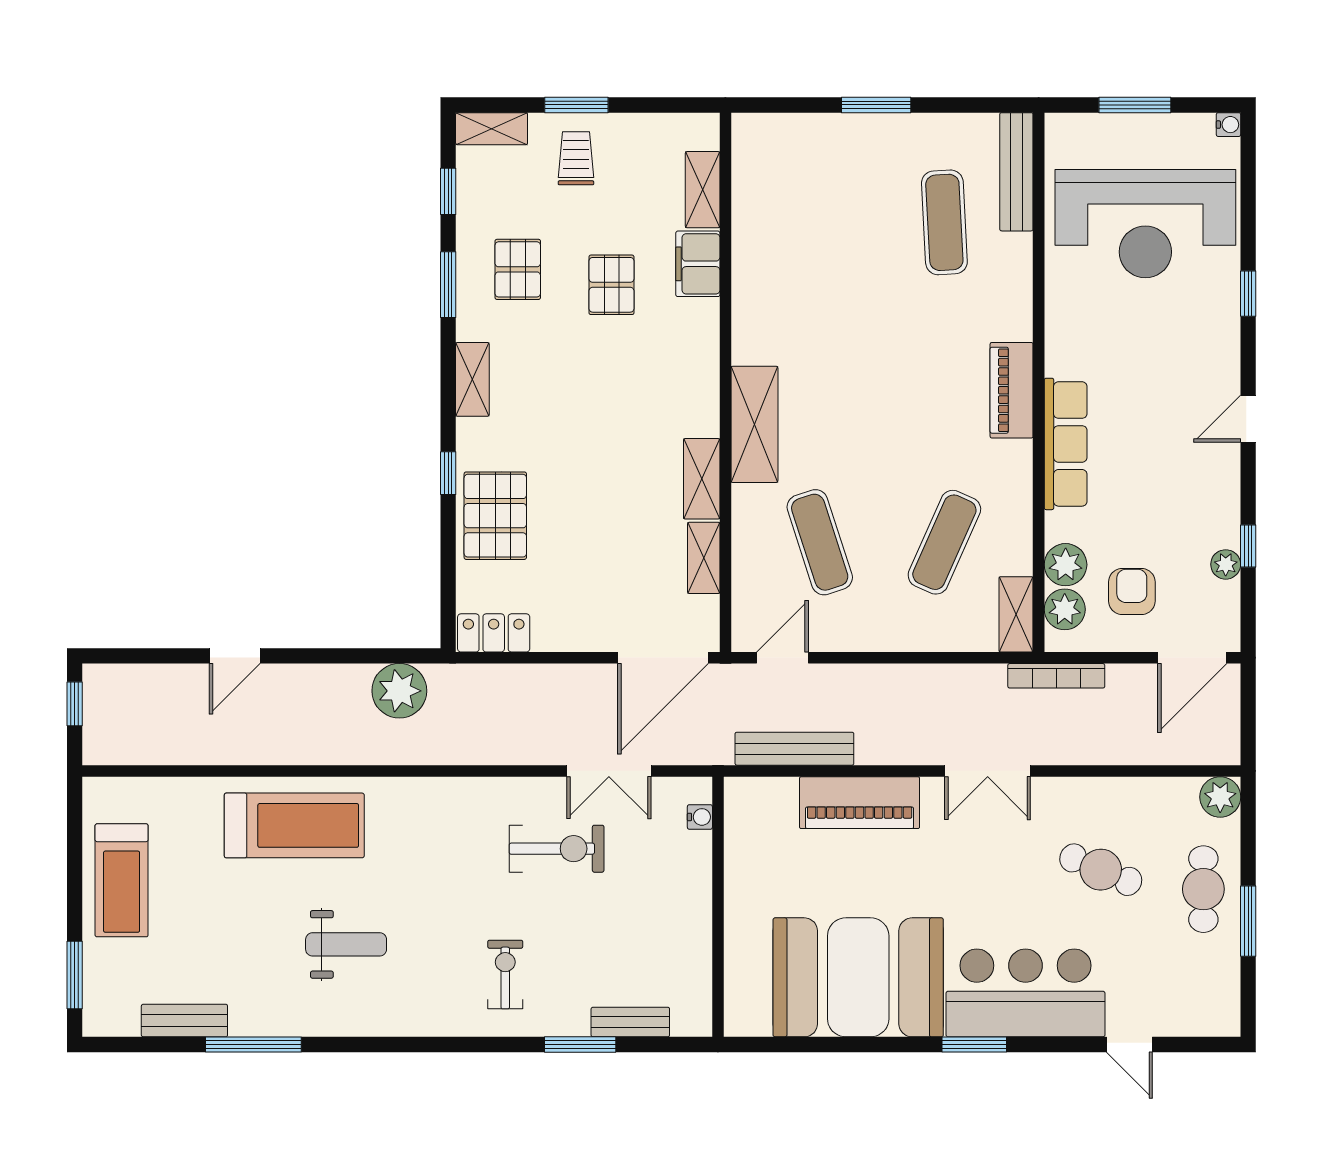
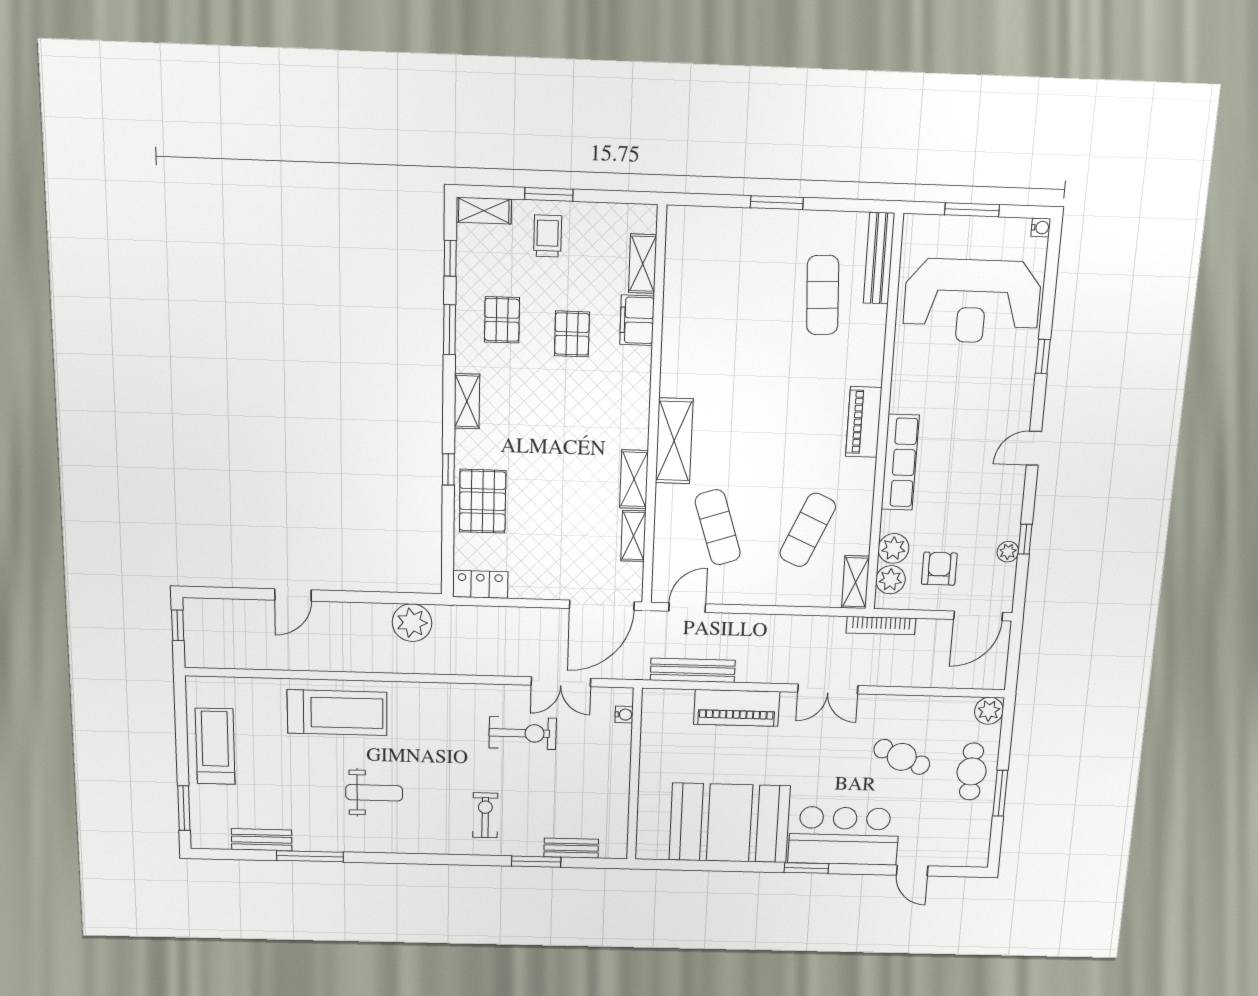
treadmill: (122, 880) -> (215, 746), turned 180

